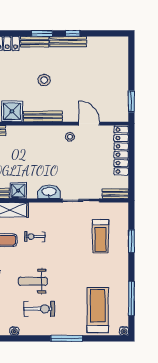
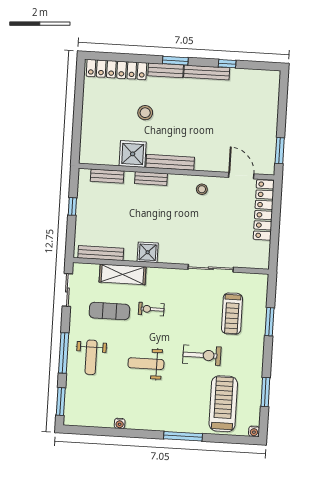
window: (73, 33) -> (227, 64), moved
stool: (44, 80) -> (145, 113), moved
door: (89, 124) -> (241, 176), moved
shower: (18, 191) -> (148, 252), moved
washbasin: (49, 192) -> (172, 255), removed
bench: (115, 194) -> (151, 179), moved
window: (131, 298) -> (265, 392), width x0.69
exercise bike: (39, 309) -> (202, 355), moved

